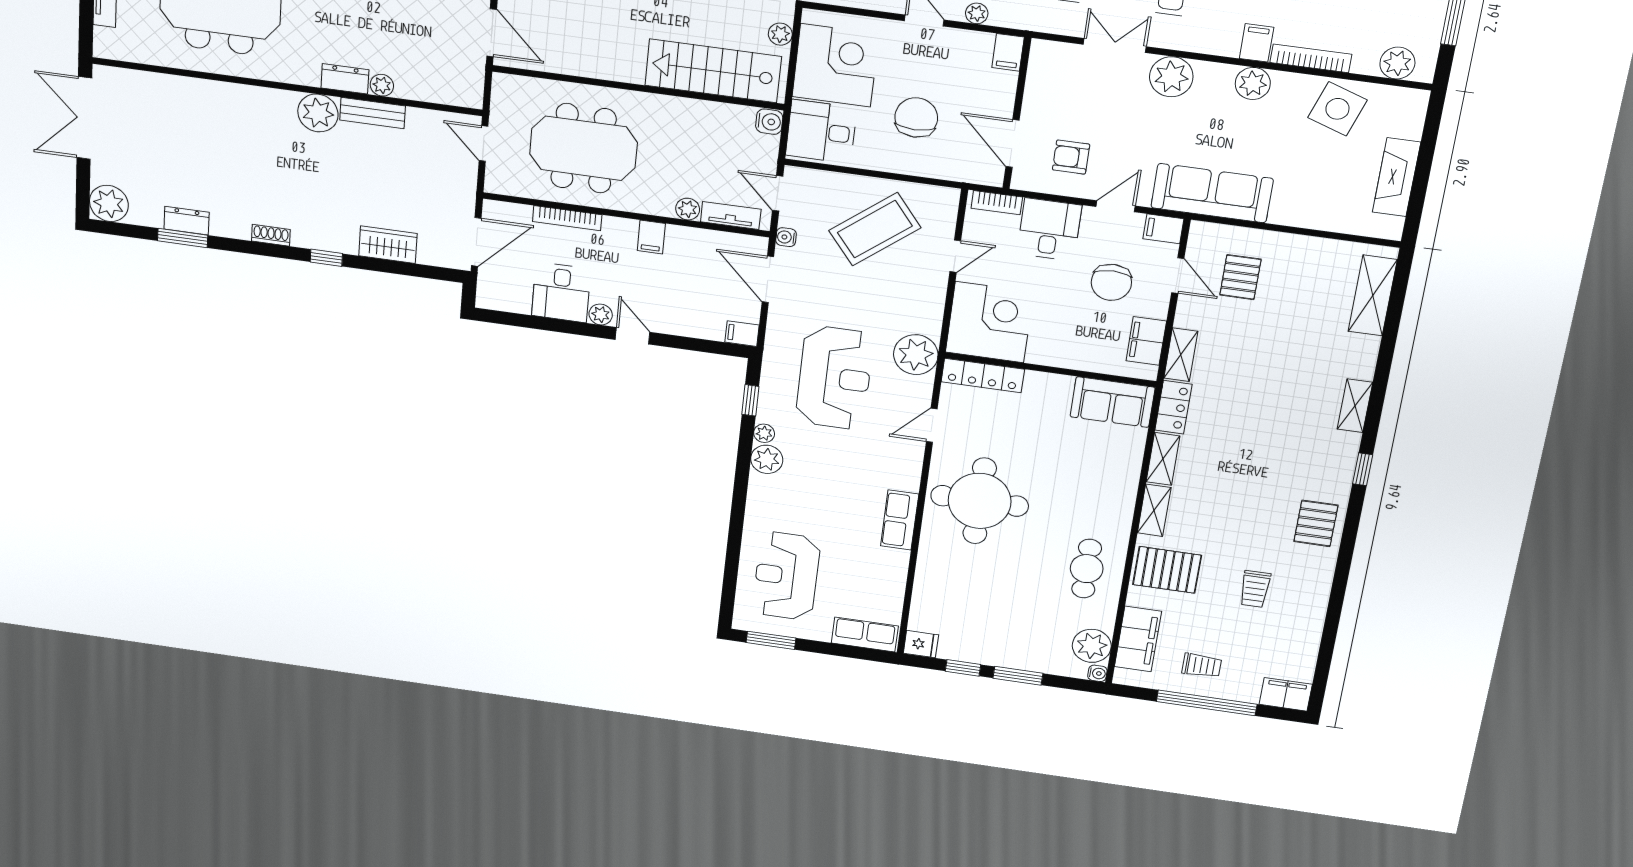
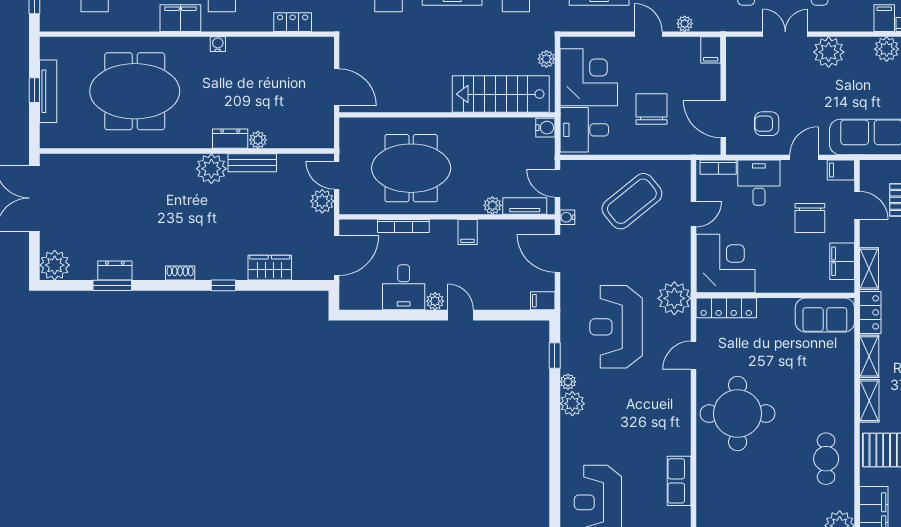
plant: (462, 173) -> (322, 201), added
reception desk: (835, 378) -> (616, 327), turned 180
row of seats: (900, 520) -> (679, 481), moved

